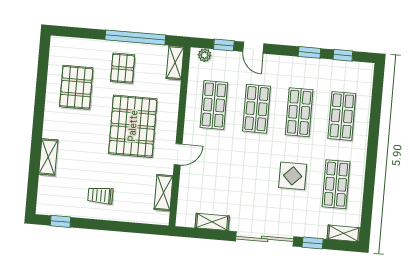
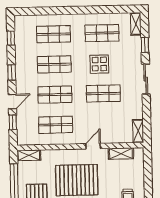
window: (309, 52) -> (12, 72), moved
plant: (205, 55) -> (21, 135), removed
door: (178, 154) -> (93, 146), hinge flipped
shop shelf: (251, 177) -> (103, 93), added
shelving: (212, 222) -> (138, 131), moved
sliding door: (265, 239) -> (146, 79), width x0.73

